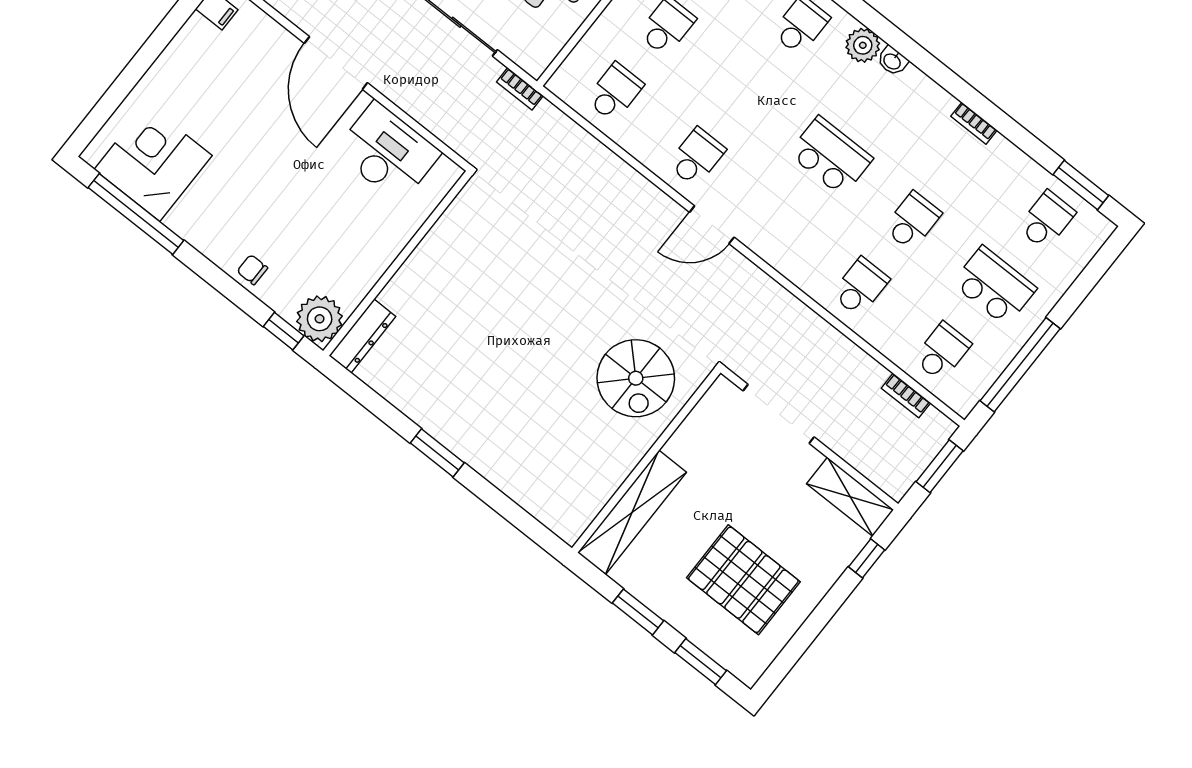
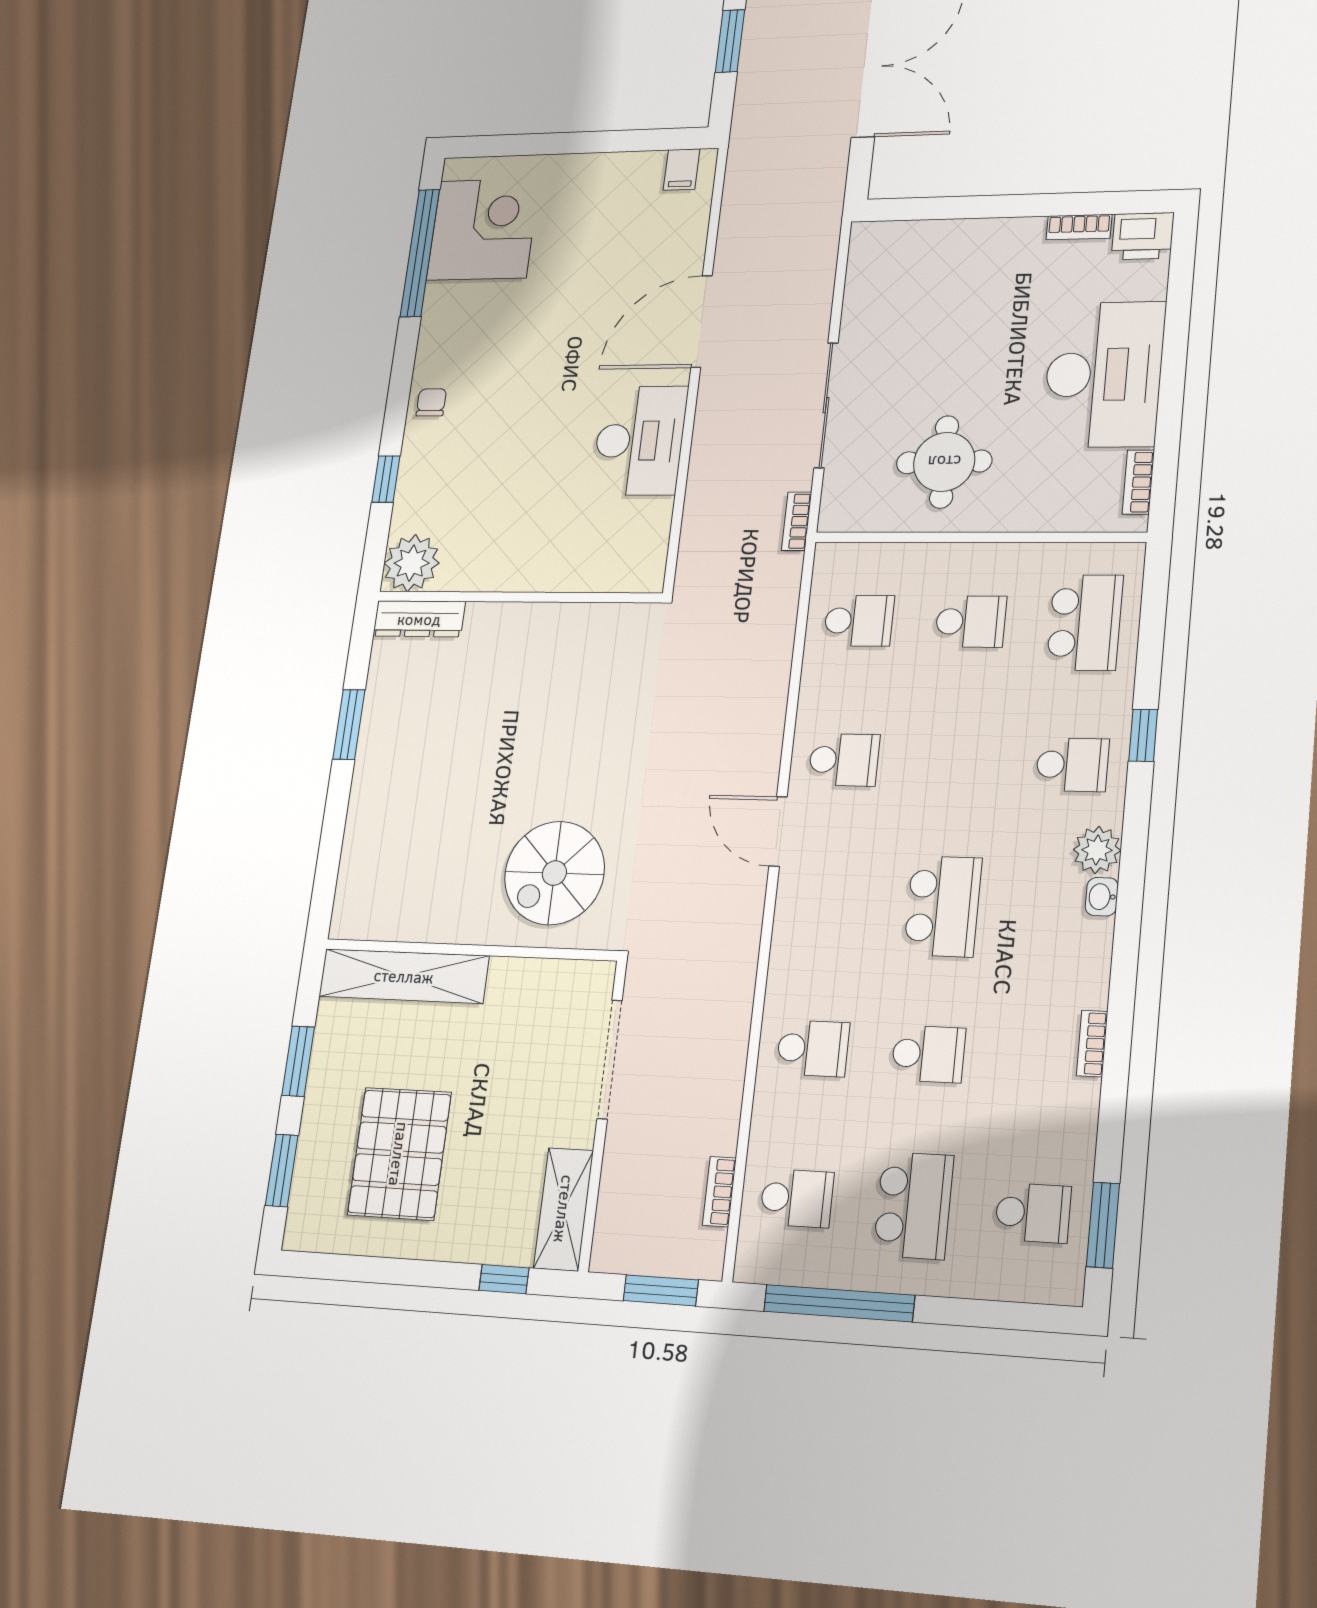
wall: (398, 263) -> (519, 597), moved
plant: (320, 319) -> (411, 563), moved
dresser: (362, 336) -> (419, 619), moved

